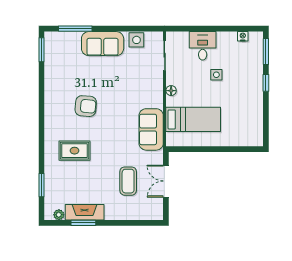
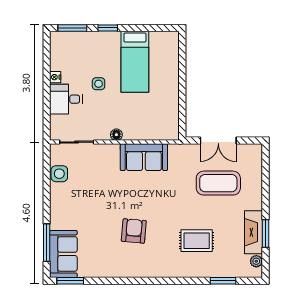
nightstand: (243, 36) -> (55, 77), moved
sofa: (103, 44) -> (63, 254), moved
bed: (193, 119) -> (135, 62), moved, turned 180
sofa: (151, 129) -> (144, 157), moved
rug: (75, 151) -> (197, 241), moved, turned 90
coffee table: (128, 181) -> (218, 183), width x1.36, depth x1.32

